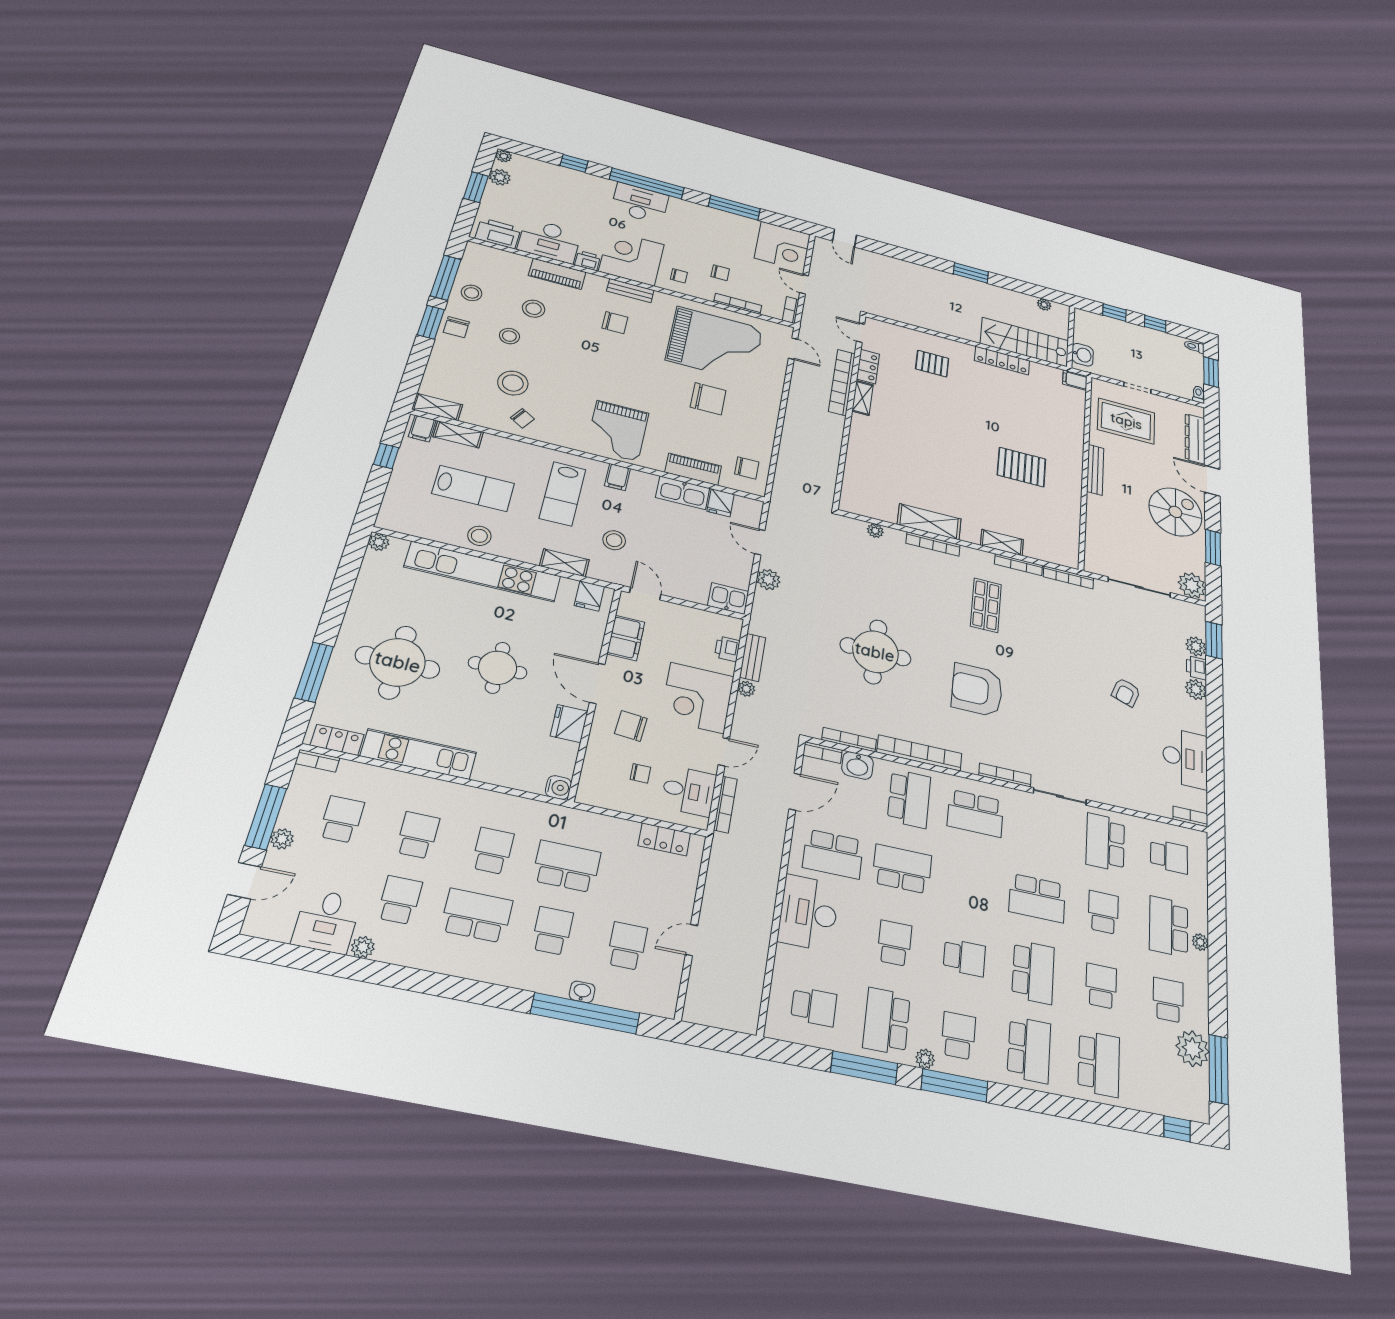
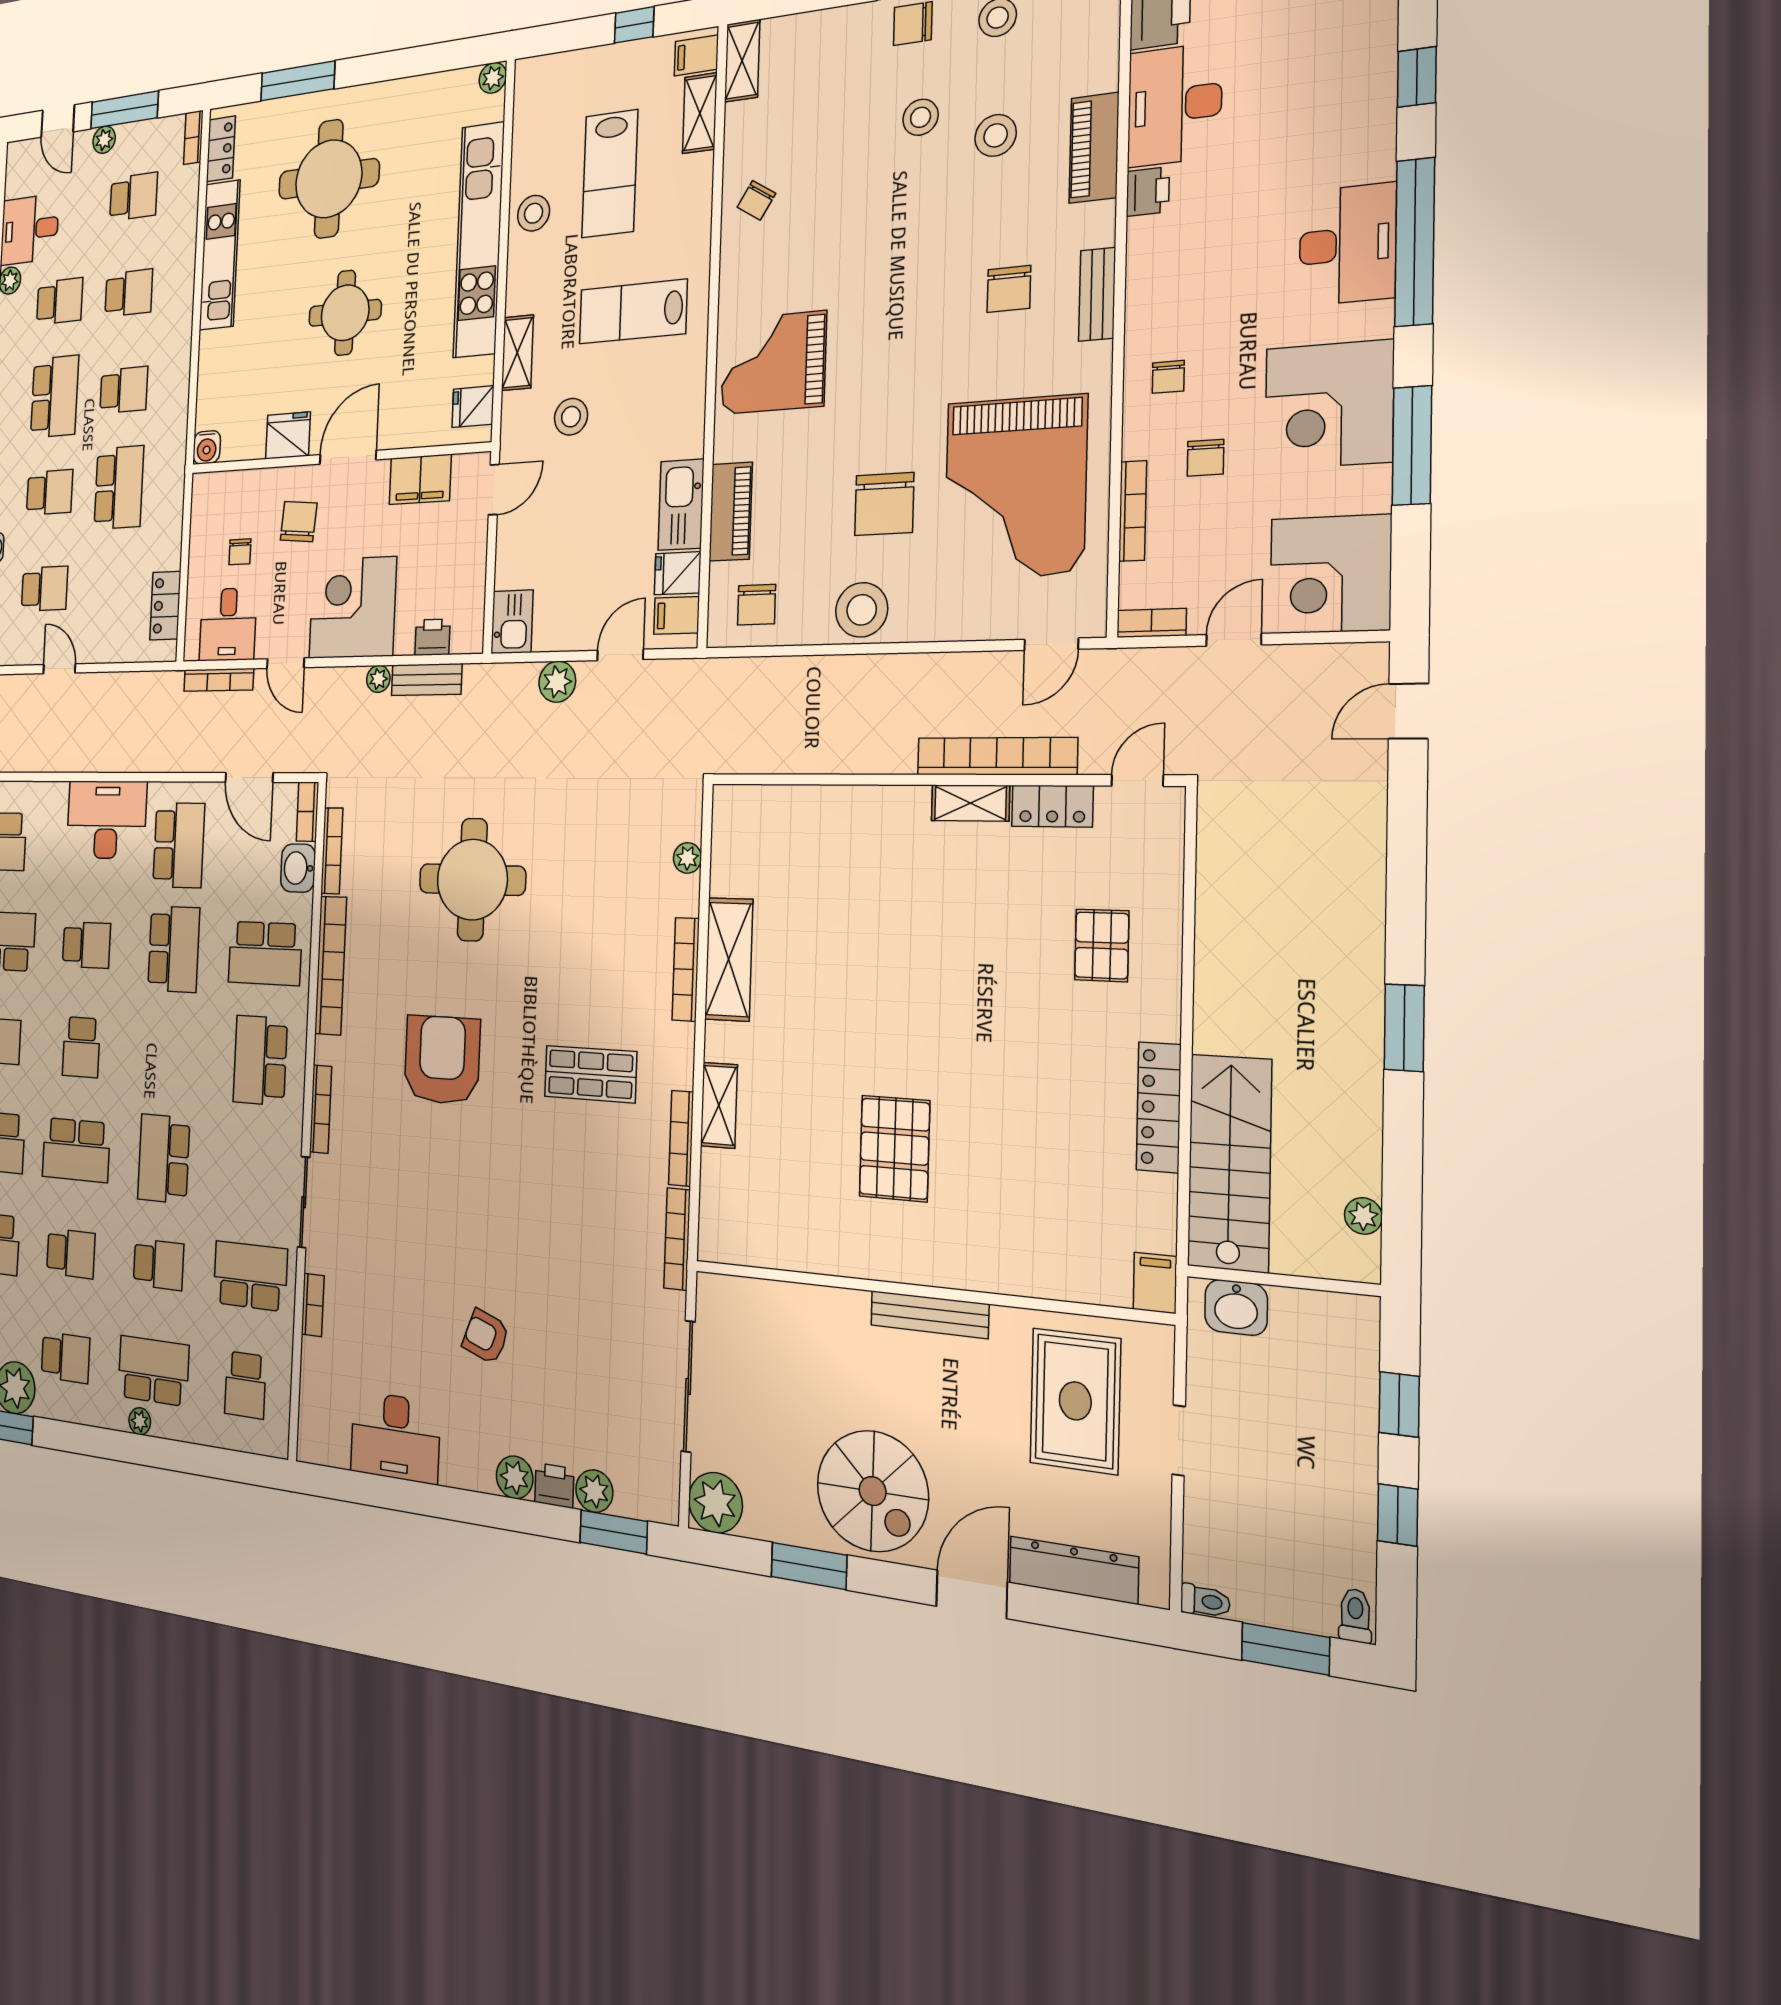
corner desk: (632, 258) -> (1329, 405), moved, turned 180
stool: (513, 383) -> (862, 610), moved
filing cabinet: (617, 477) -> (677, 615), moved
bookcase: (1190, 817) -> (313, 1305), moved
school desk: (833, 854) -> (179, 845), turned 180

